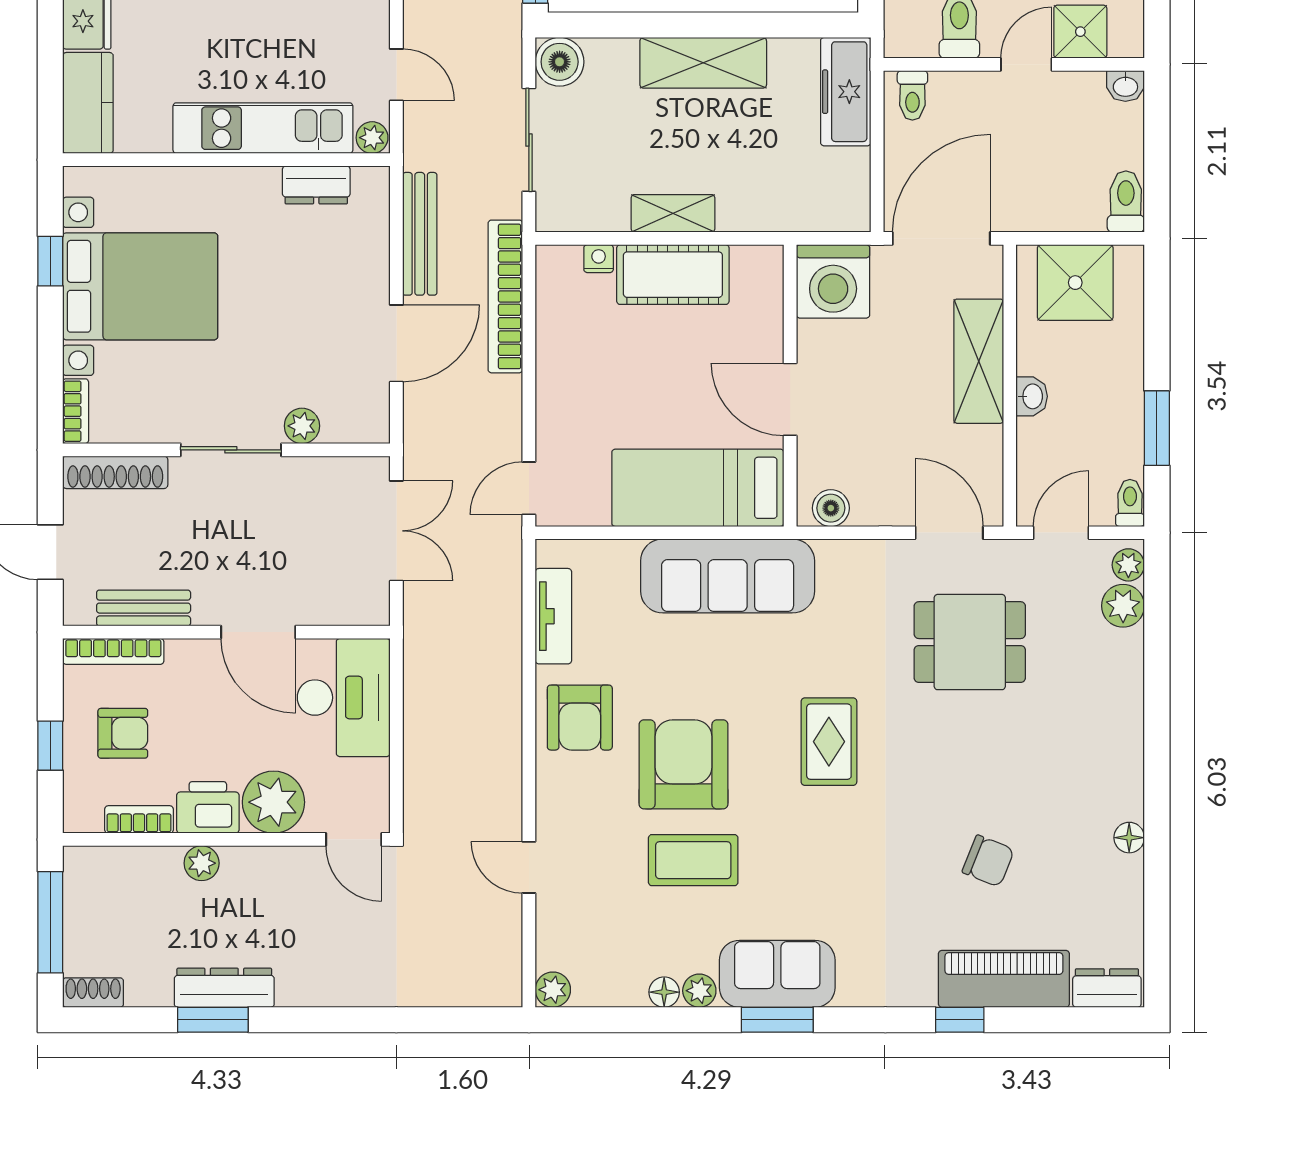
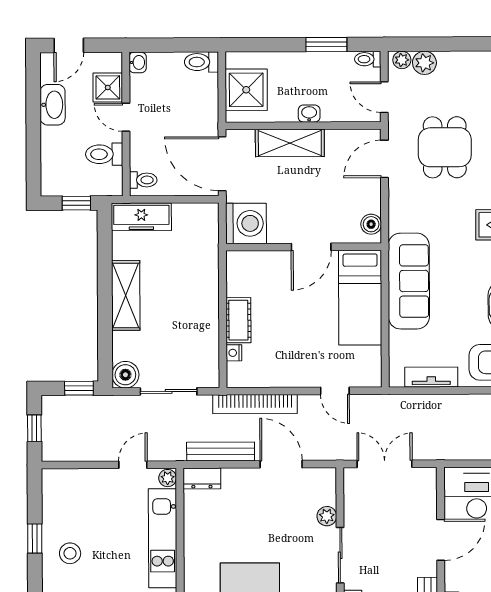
dresser: (316, 185) -> (202, 478), moved, turned 90
shelving: (673, 213) -> (209, 312), removed
cot: (673, 275) -> (238, 320), width x0.73, depth x0.75
door: (529, 488) -> (335, 391), moved

